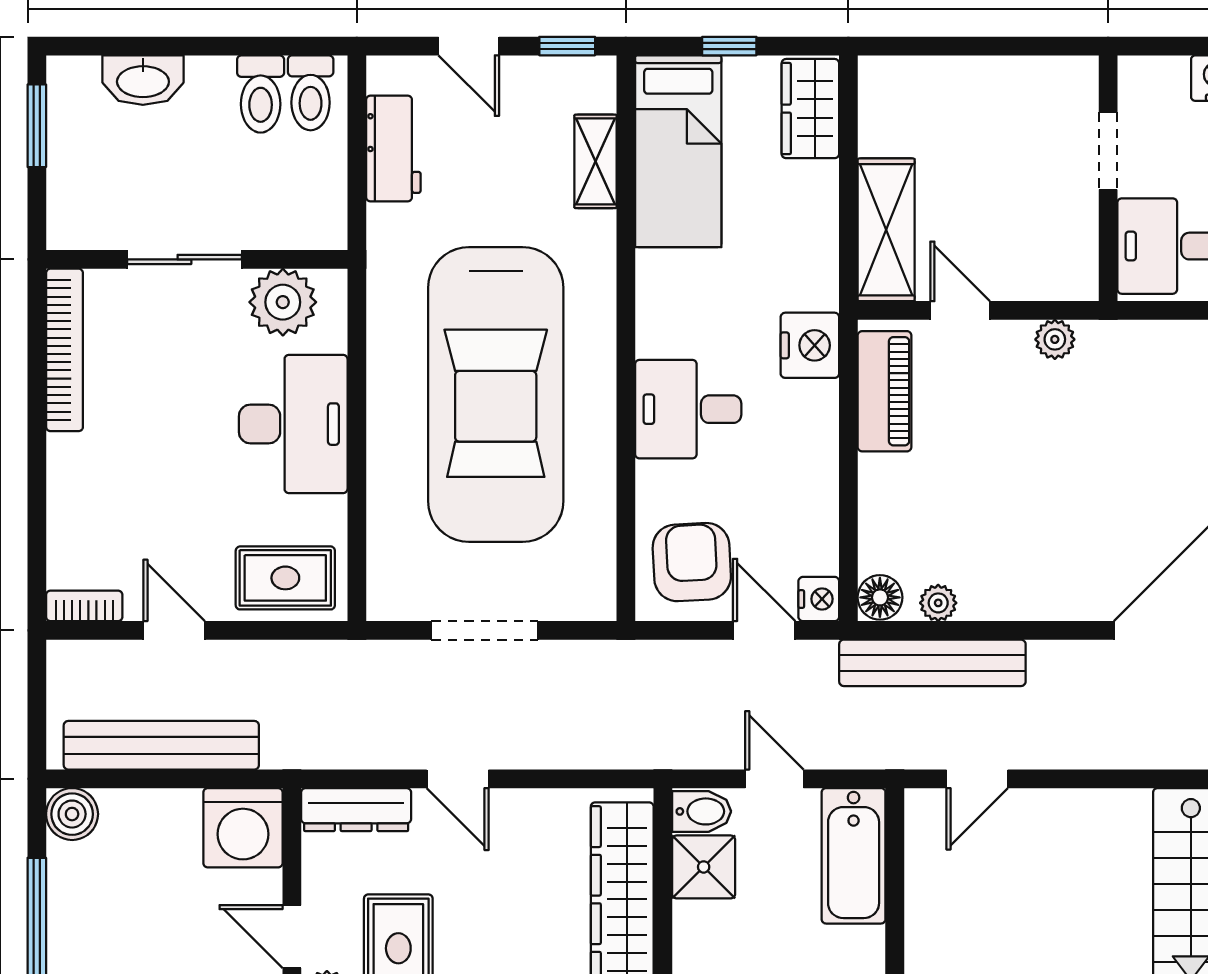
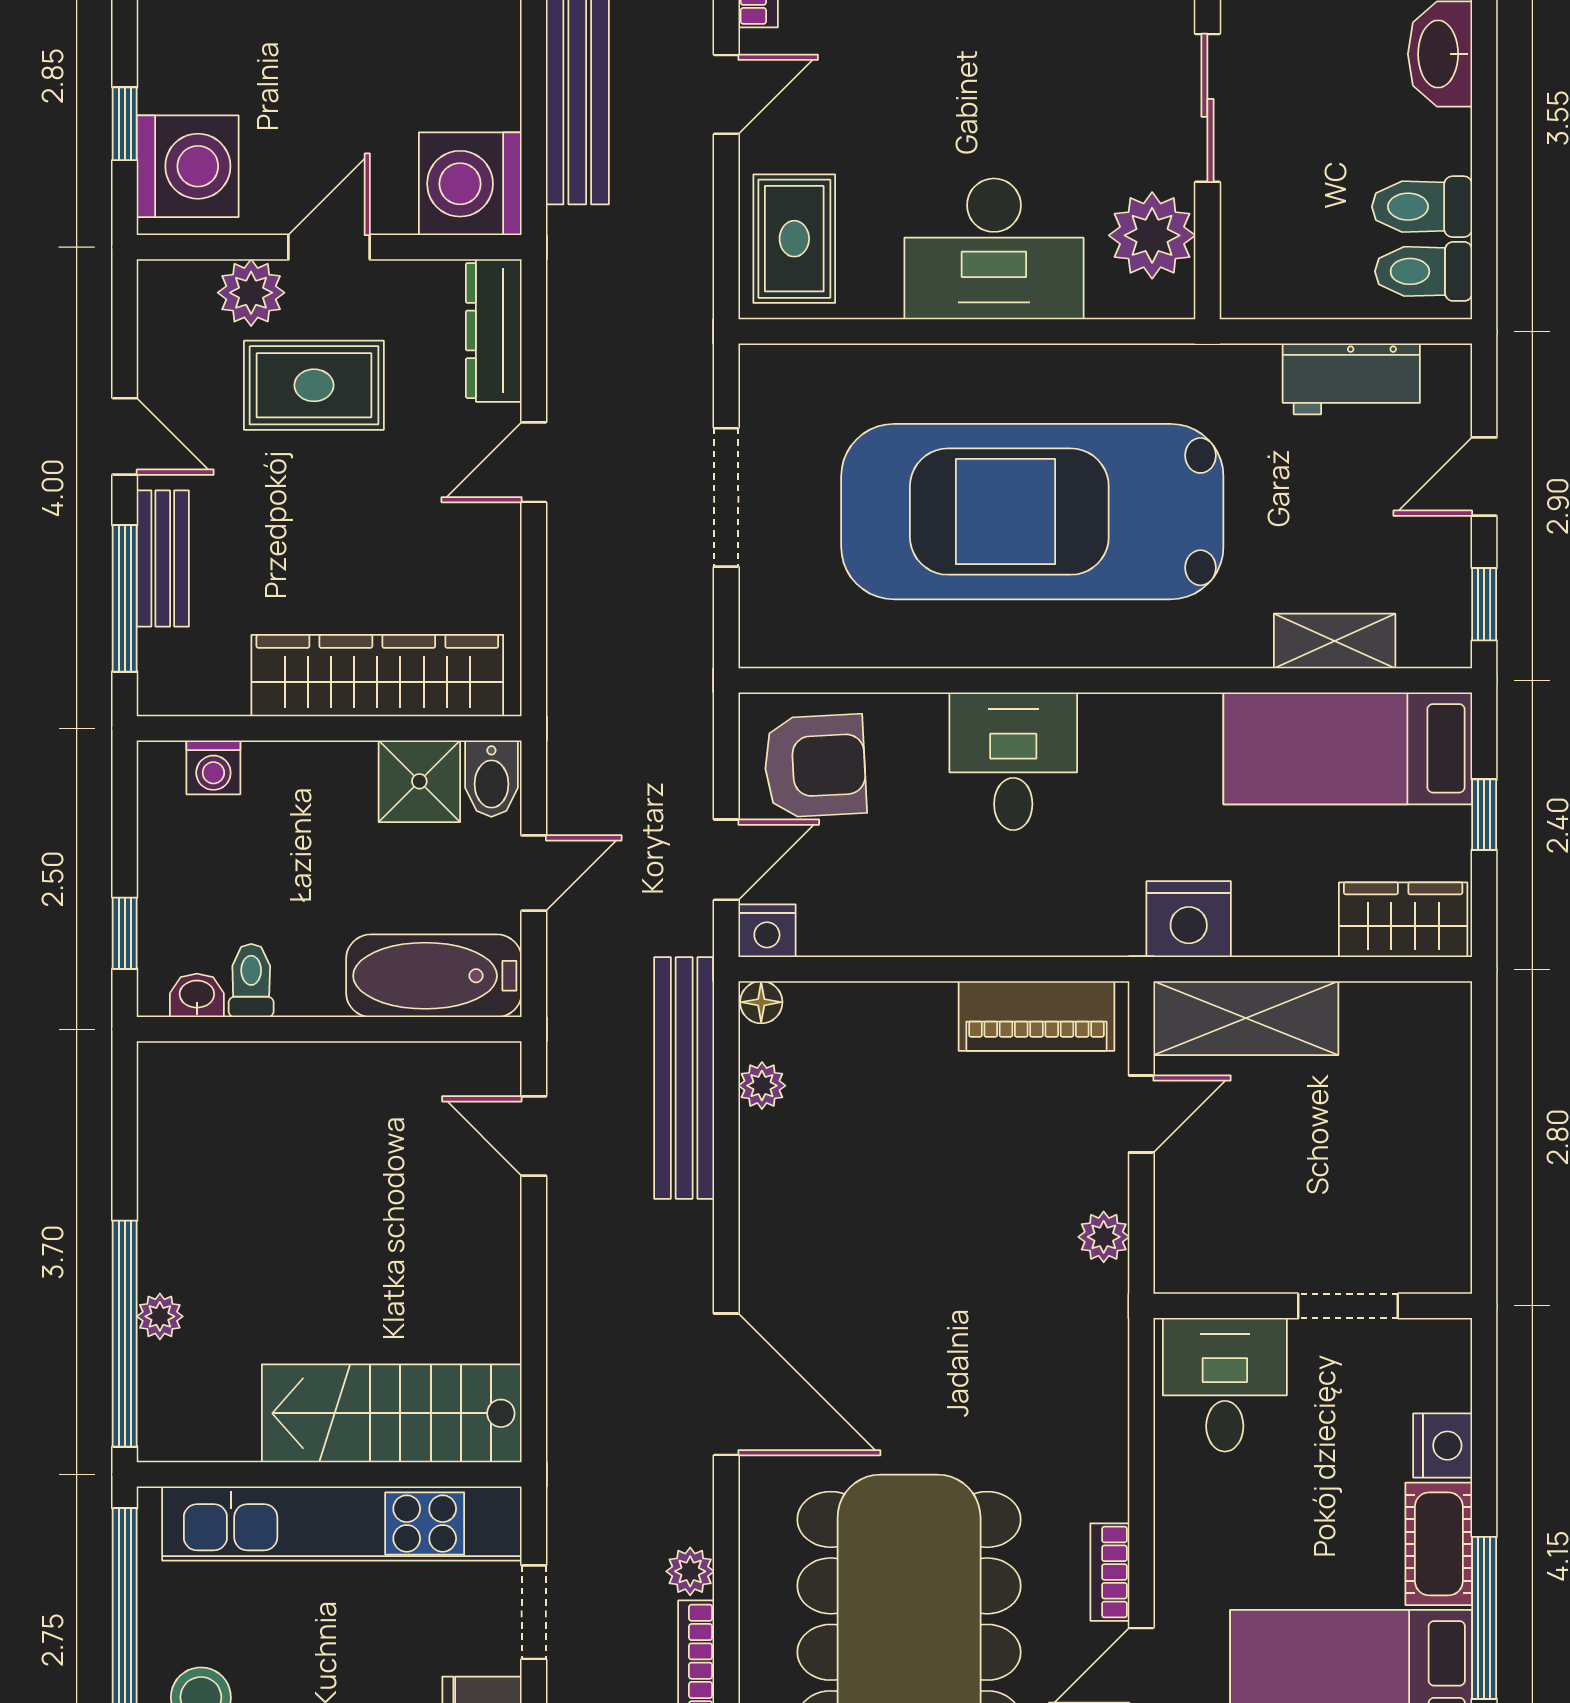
nightstand: (810, 345) -> (1189, 919), moved
floor lamp: (880, 597) -> (761, 1002), width x0.73, depth x0.73

